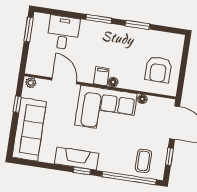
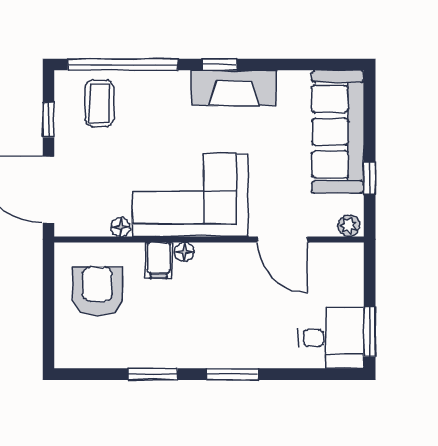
desk: (63, 33) -> (331, 338), moved, turned -90
filing cabinet: (101, 76) -> (159, 260), moved

